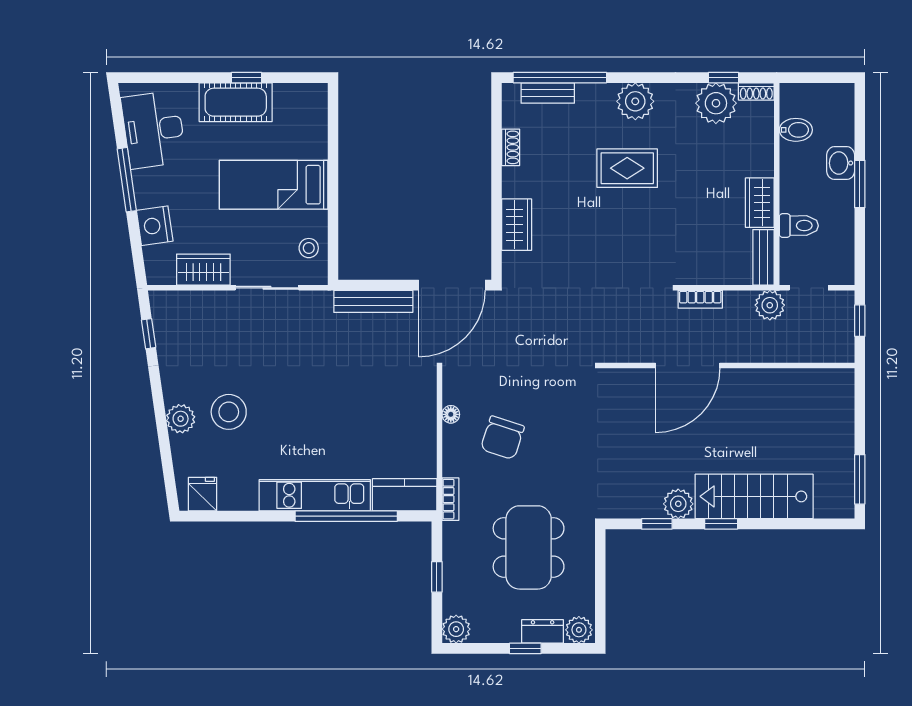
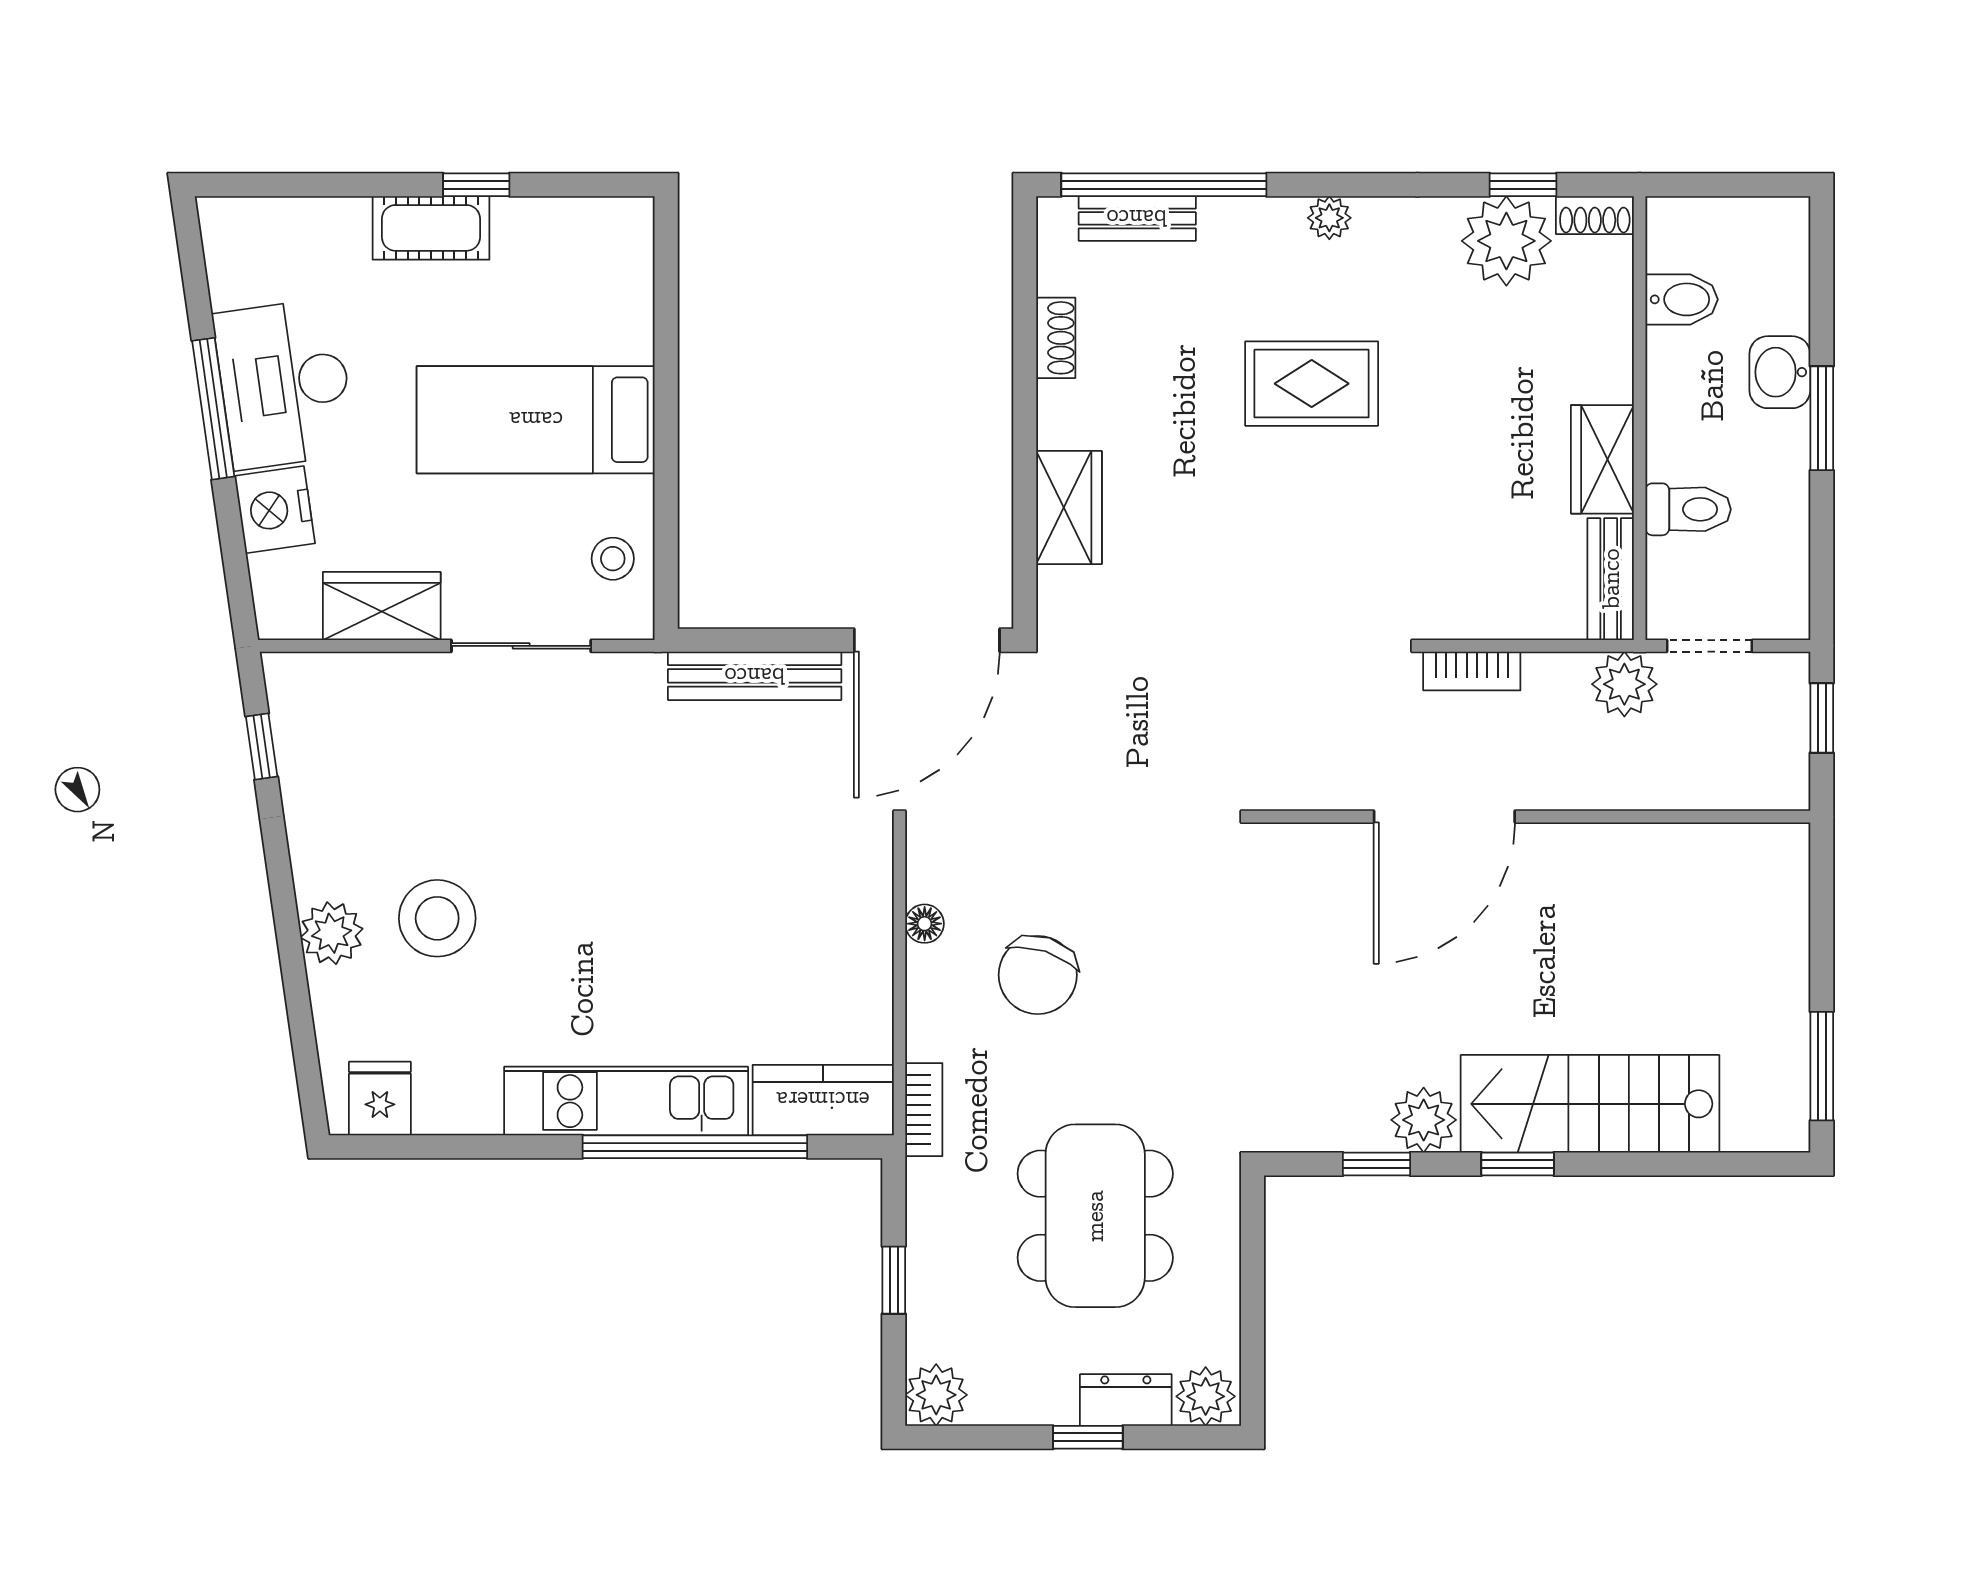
plant: (635, 101) -> (1329, 218), width x0.53, depth x0.53
cot: (236, 102) -> (431, 228), width x0.73, depth x0.75
desk: (154, 130) -> (284, 384), moved

